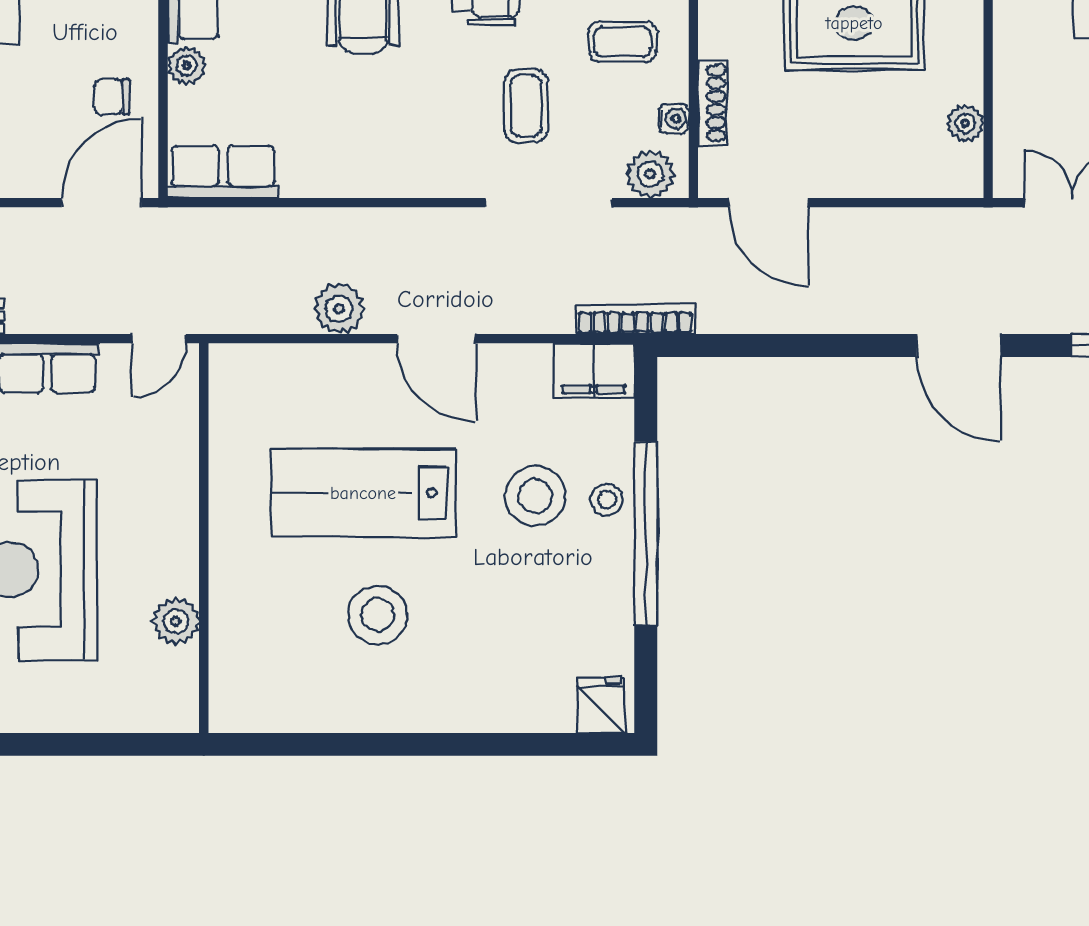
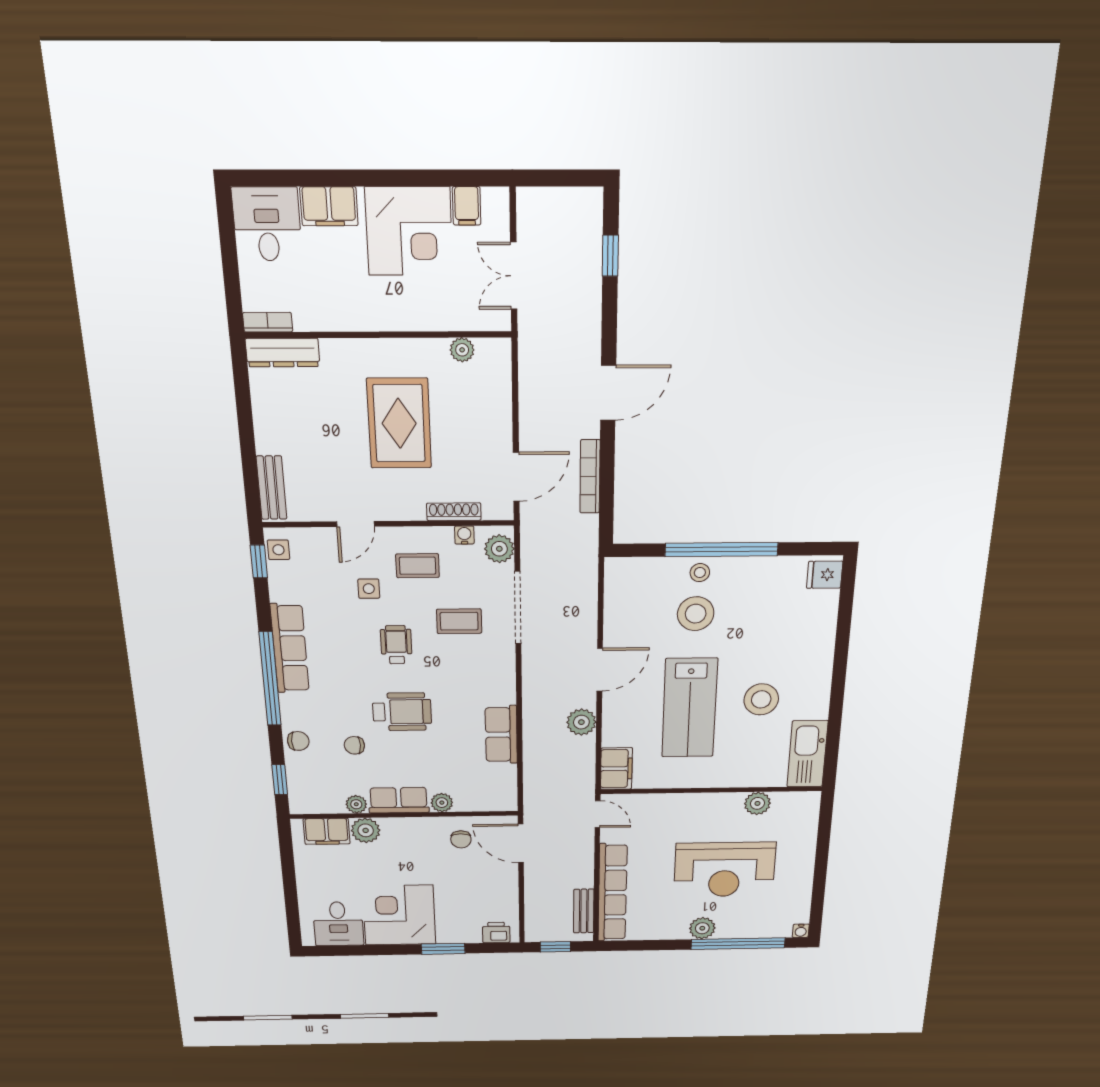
coffee table: (623, 42) -> (418, 566), turned 90
row of seats: (223, 172) -> (501, 735), moved
bookcase: (635, 319) -> (590, 477), moved
door: (959, 345) -> (608, 393), moved
filing cabinet: (594, 370) -> (616, 769), moved
kitchen sink: (273, 702) -> (807, 754), added

